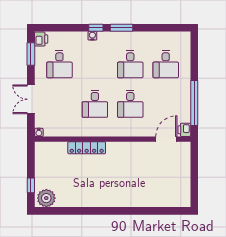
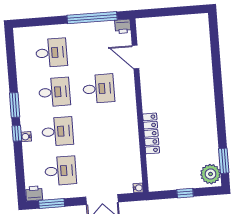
desk: (95, 104) -> (57, 131), moved
door: (166, 139) -> (135, 57), moved
window: (31, 185) -> (185, 193), moved
window: (57, 211) -> (224, 161), added

